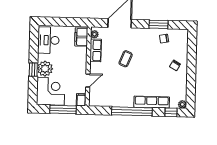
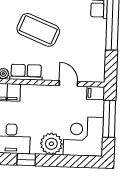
coffee table: (126, 59) -> (38, 30), width x1.86, depth x1.72
window: (33, 70) -> (26, 160), moved

